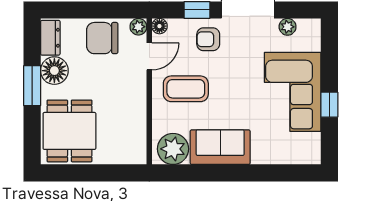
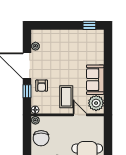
door: (149, 56) -> (80, 115), moved
corner sofa: (293, 92) -> (68, 44), removed
window: (329, 105) -> (89, 25), moved

